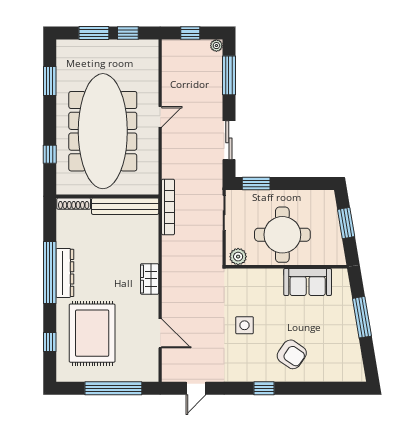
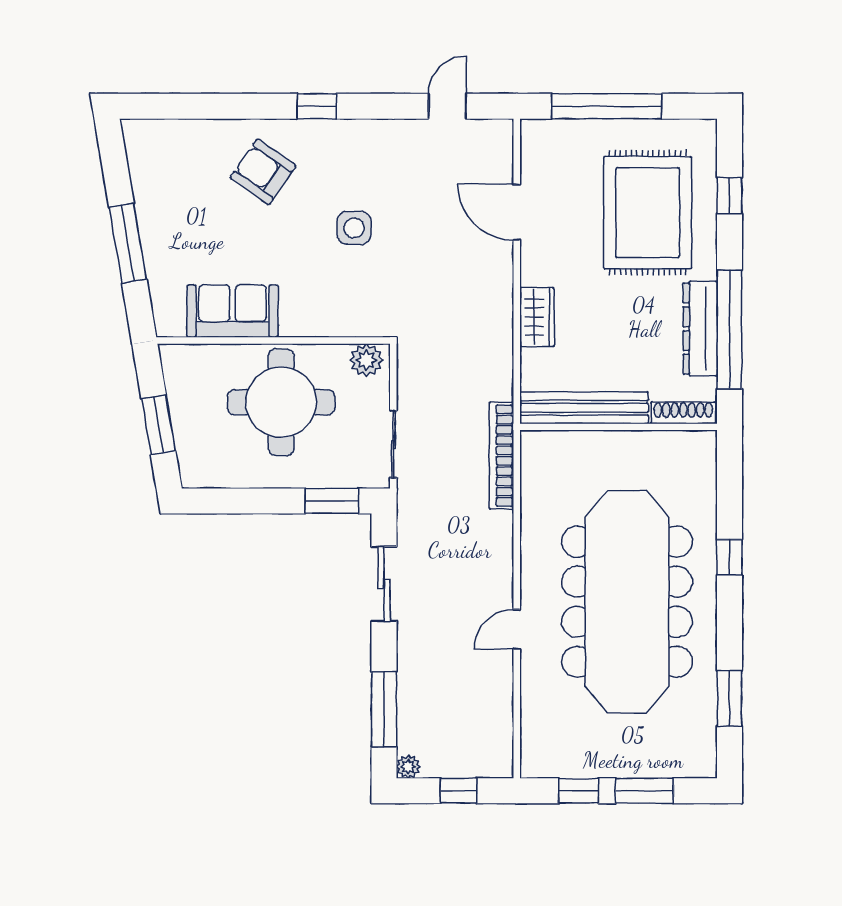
wall: (107, 196) -> (618, 427), moved
shoe rack: (74, 204) -> (683, 413), moved
bench: (125, 206) -> (584, 408), moved

